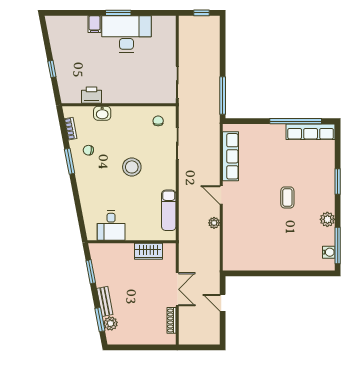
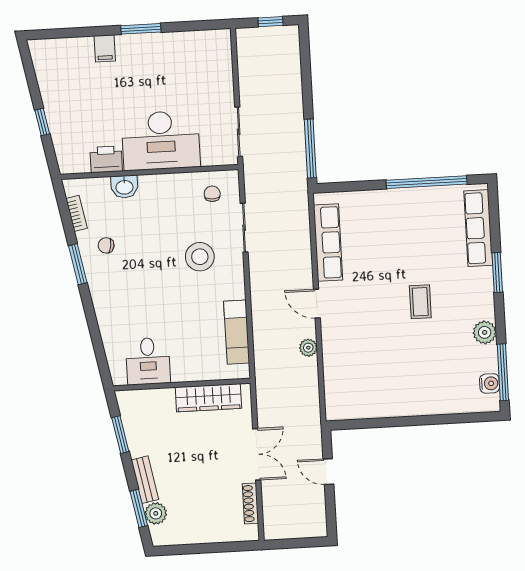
desk: (126, 34) -> (161, 140), moved, turned 180
row of seats: (311, 132) -> (478, 228), moved, turned 90
stool: (132, 167) -> (200, 257), moved
wardrobe: (148, 251) -> (208, 398), width x1.50

